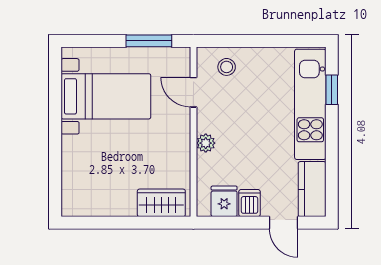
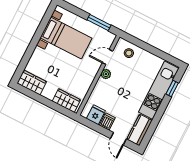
door: (193, 92) -> (108, 57), hinge flipped
plant: (206, 143) -> (106, 74), moved
wardrobe: (86, 202) -> (32, 82), added

